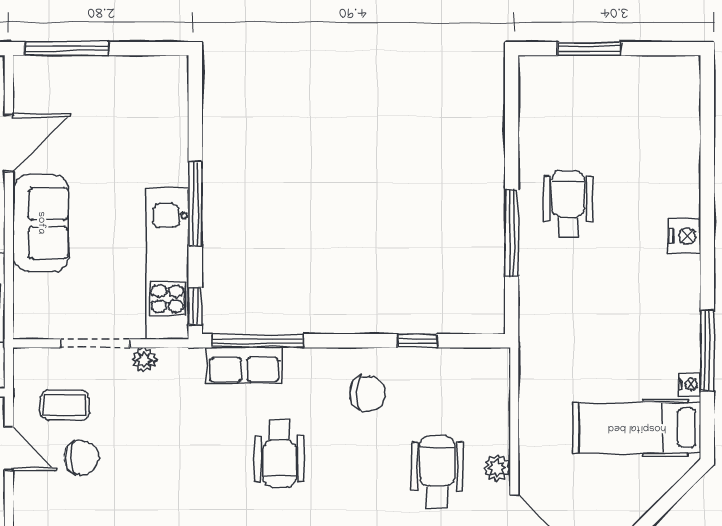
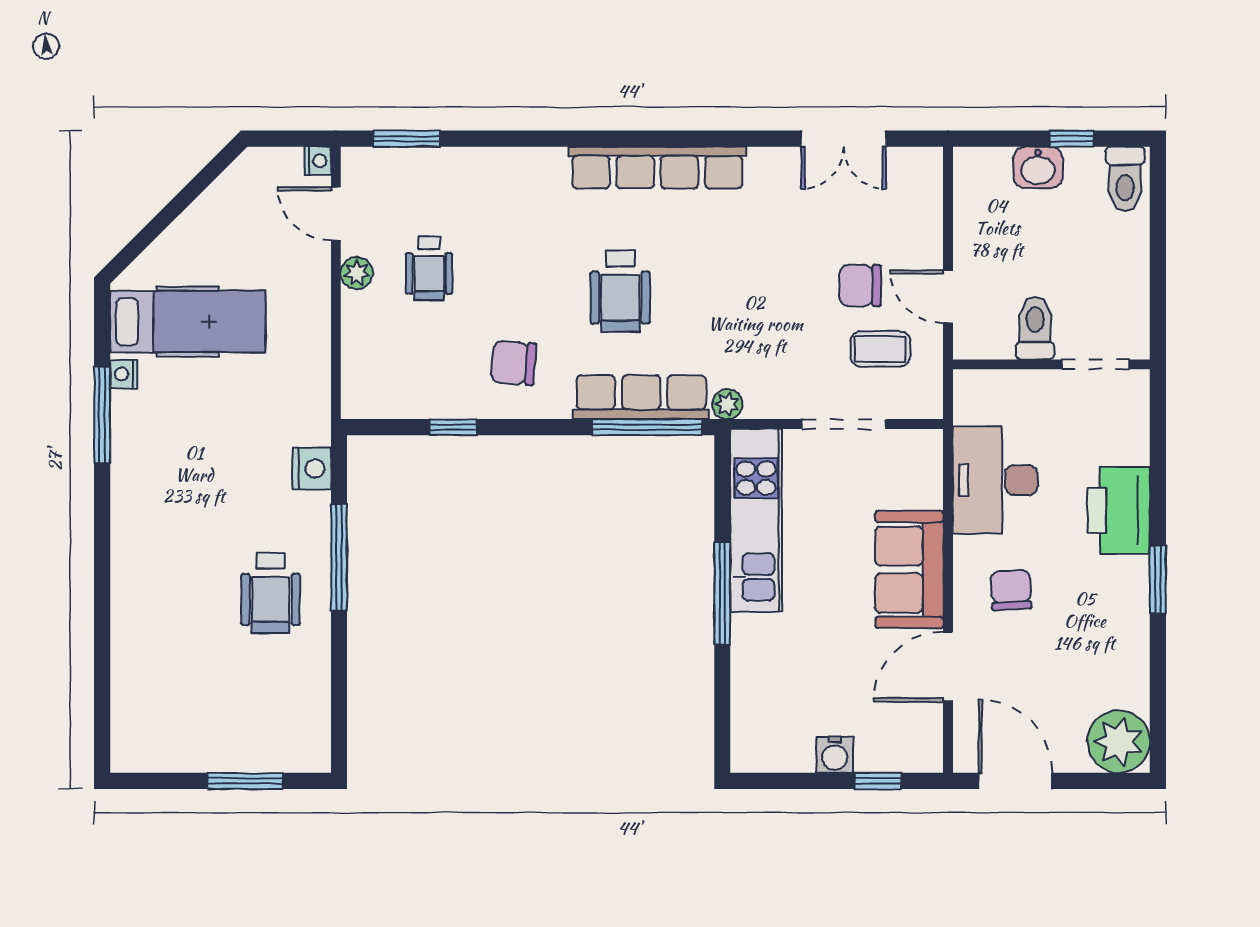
window: (67, 49) -> (878, 781), width x0.46
water cooler: (102, 70) -> (835, 755), added
nightstand: (685, 236) -> (312, 468), moved, turned 180
window: (195, 306) -> (722, 469), removed
plant: (144, 360) -> (727, 404), moved
row of seats: (244, 365) -> (641, 397), width x1.48
wheelchair: (280, 453) -> (620, 291), turned 180
wheelchair: (437, 472) -> (429, 268), width x0.73, depth x0.73

